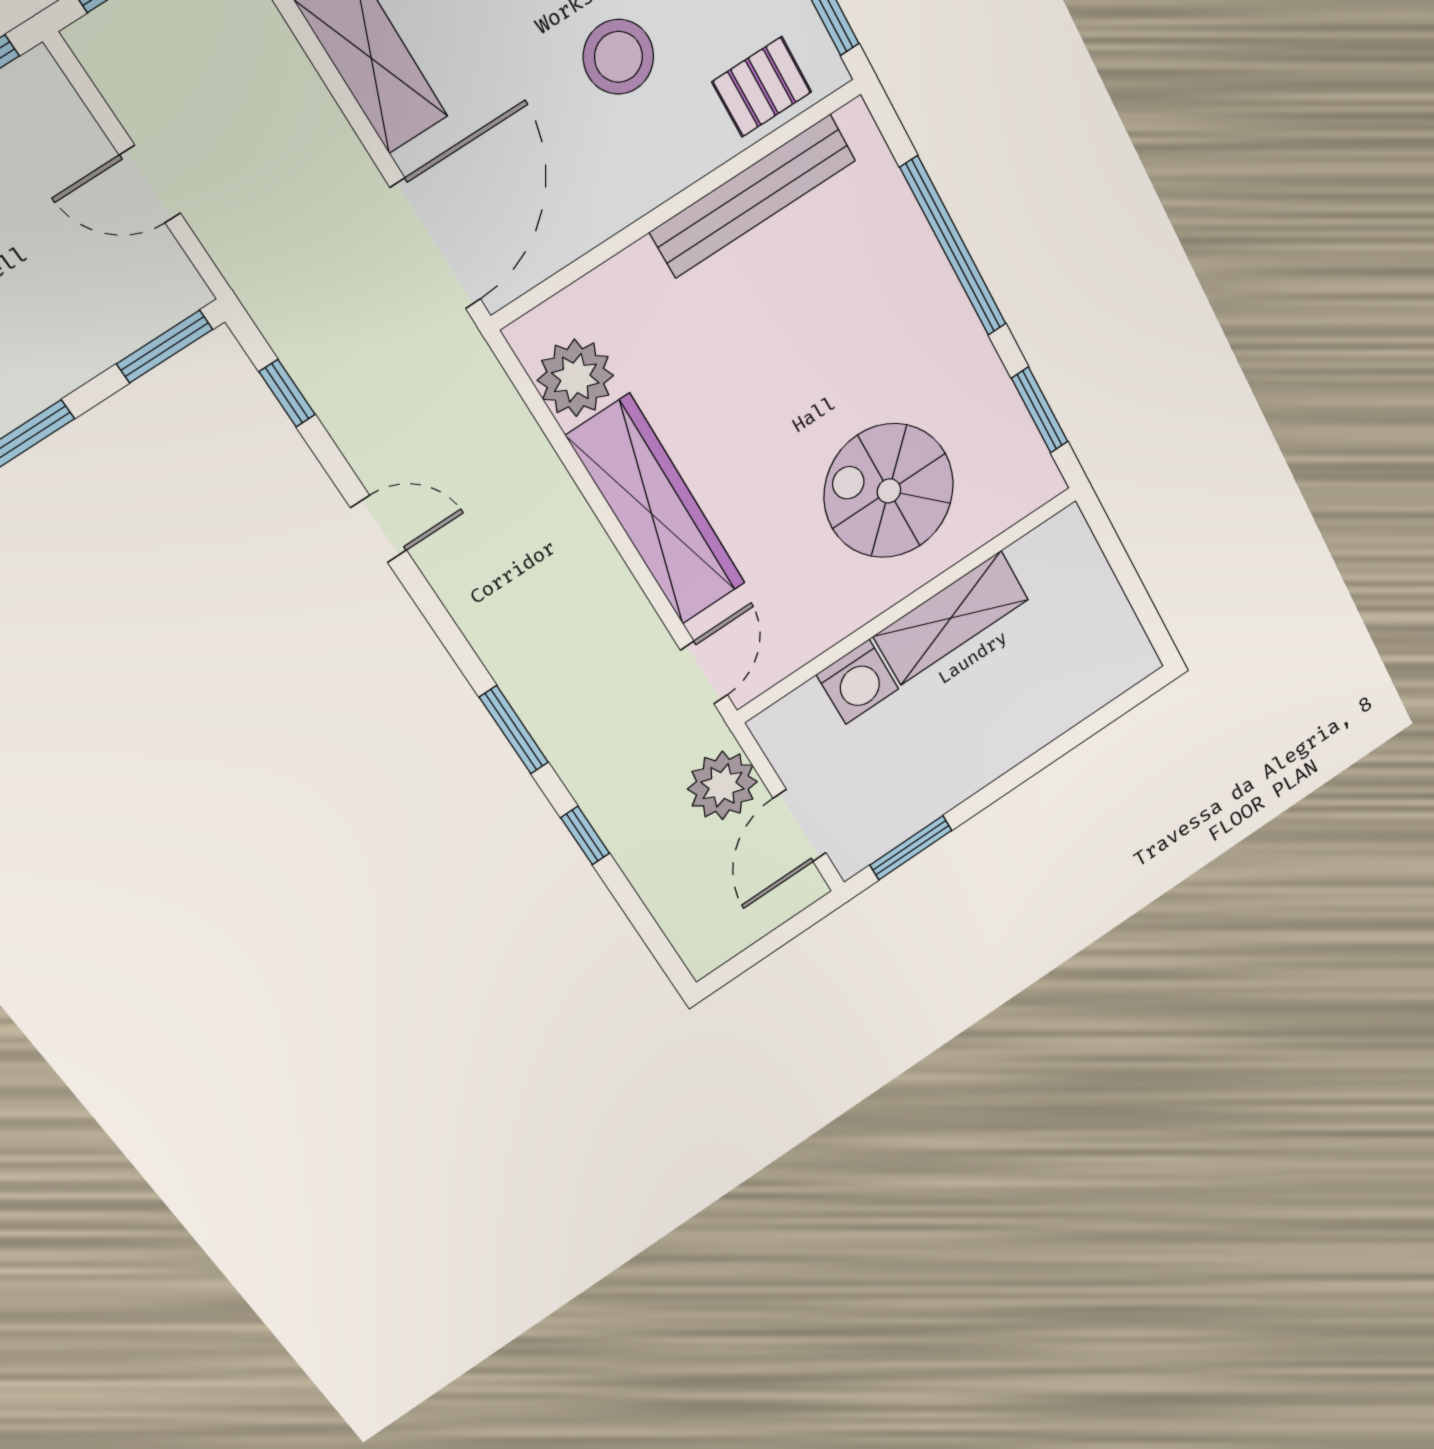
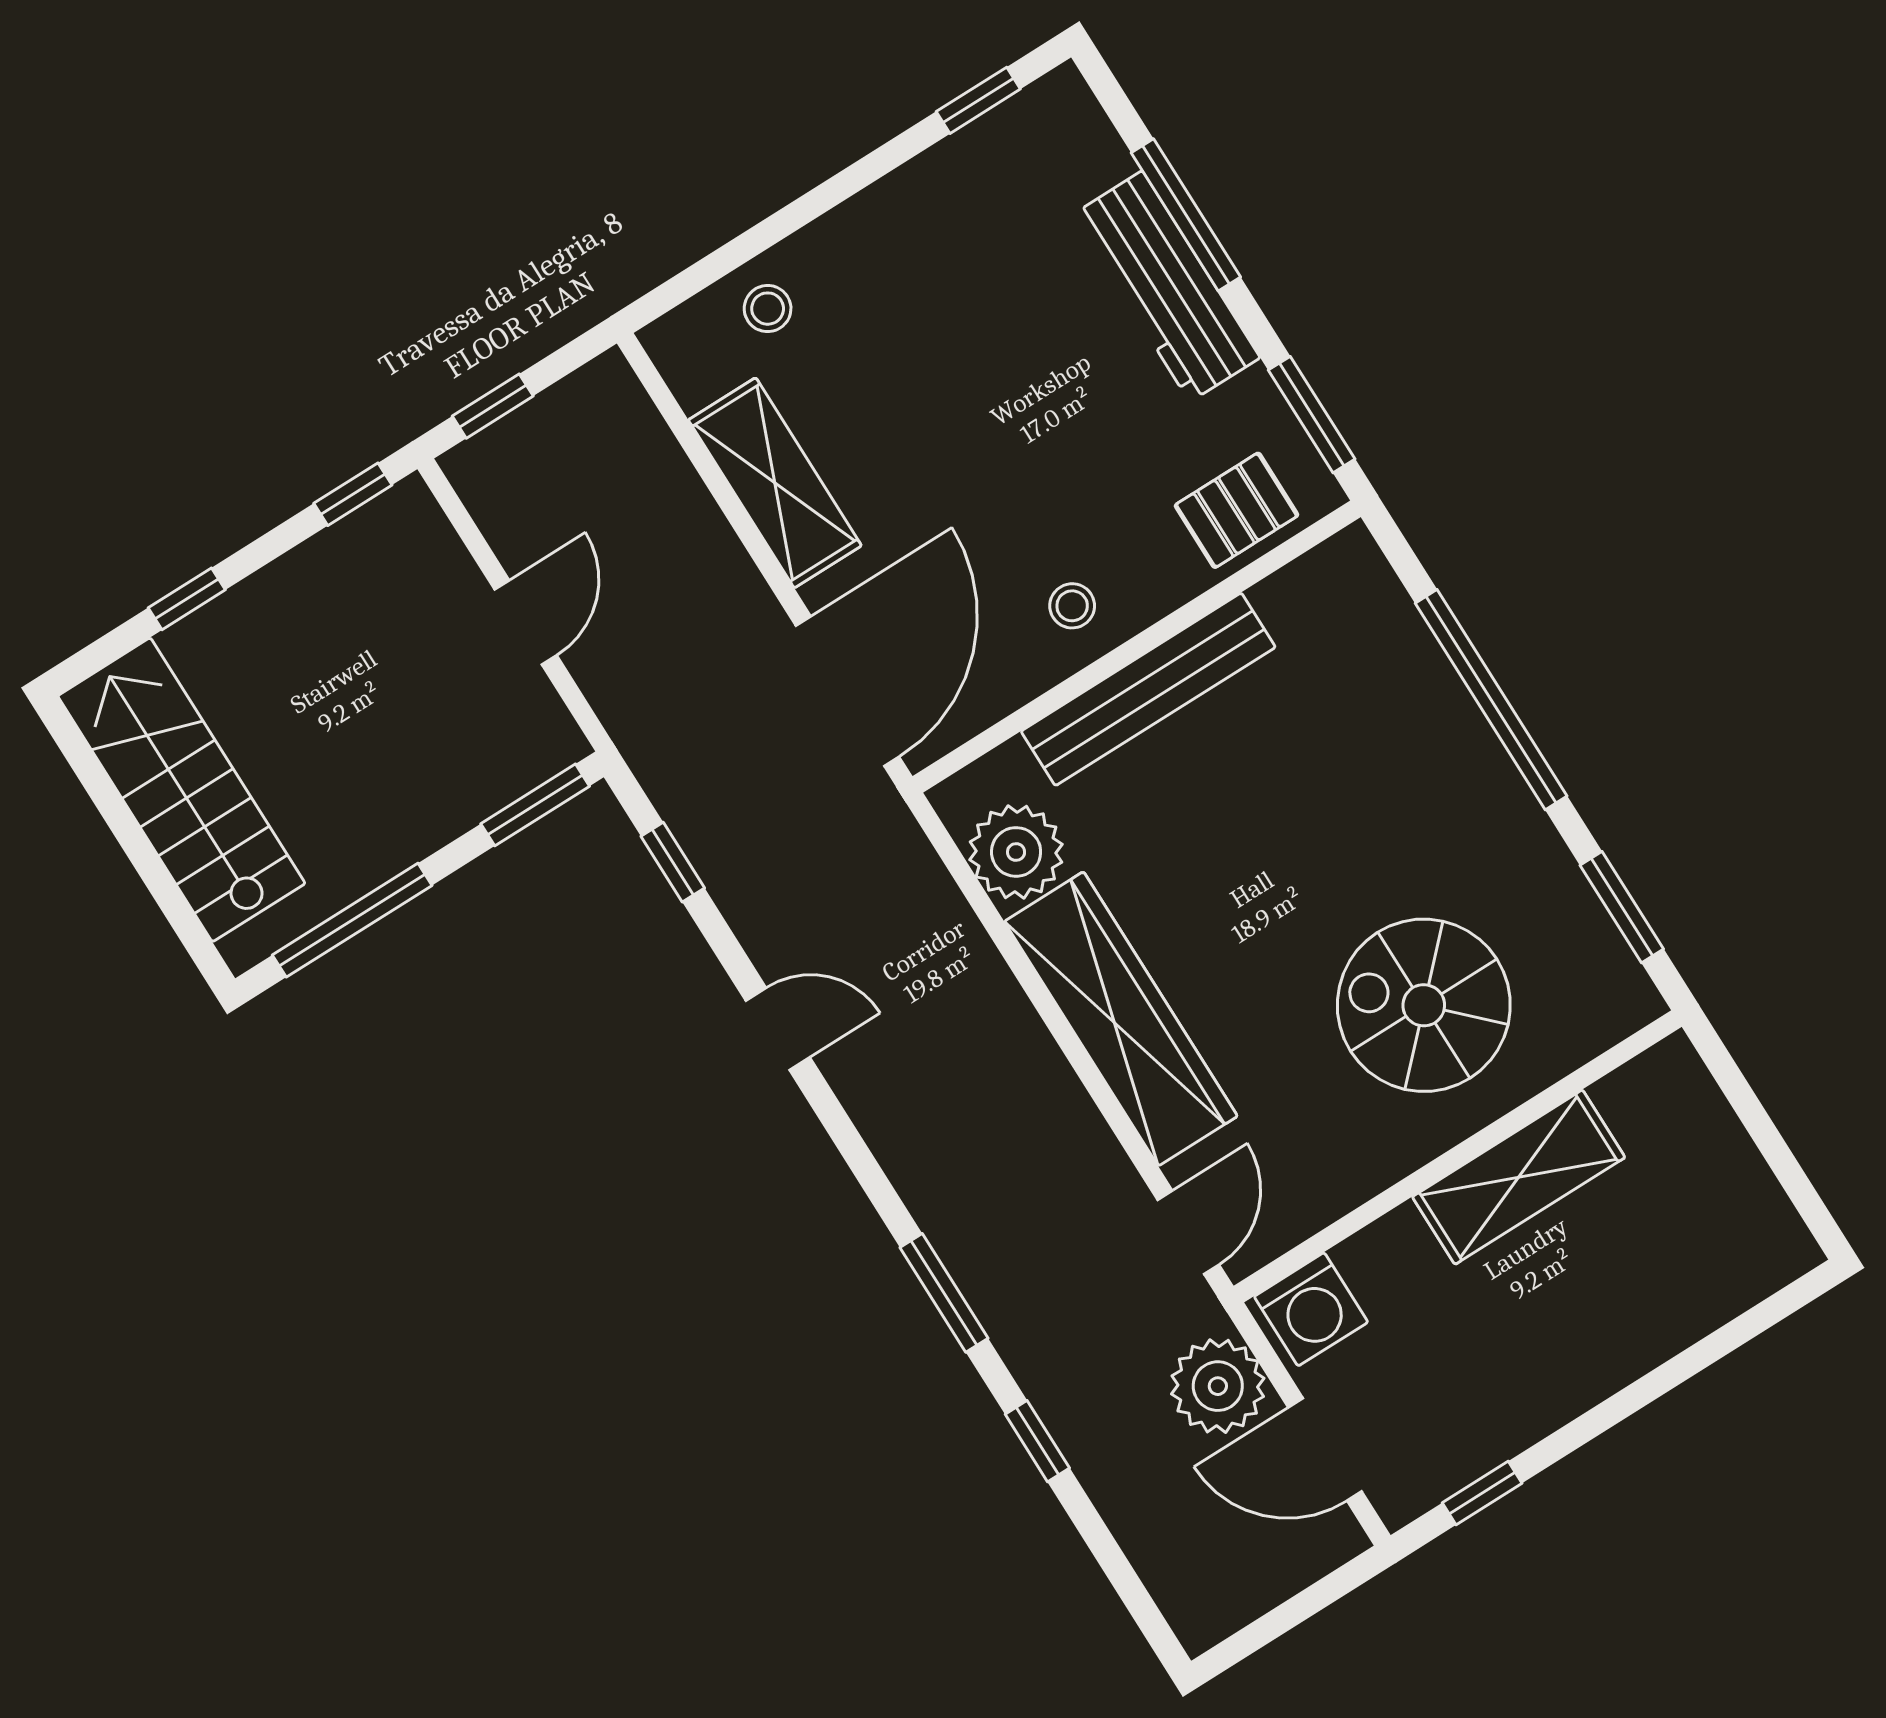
stool: (618, 57) -> (1072, 606), moved, width x0.53, depth x0.53
door: (150, 184) -> (526, 622), swing flipped
bench: (753, 196) -> (1148, 689), moved
washing machine: (857, 682) -> (1311, 1309), moved
door: (800, 826) -> (1325, 1449), hinge flipped
window: (911, 848) -> (1482, 1493), width x0.67

